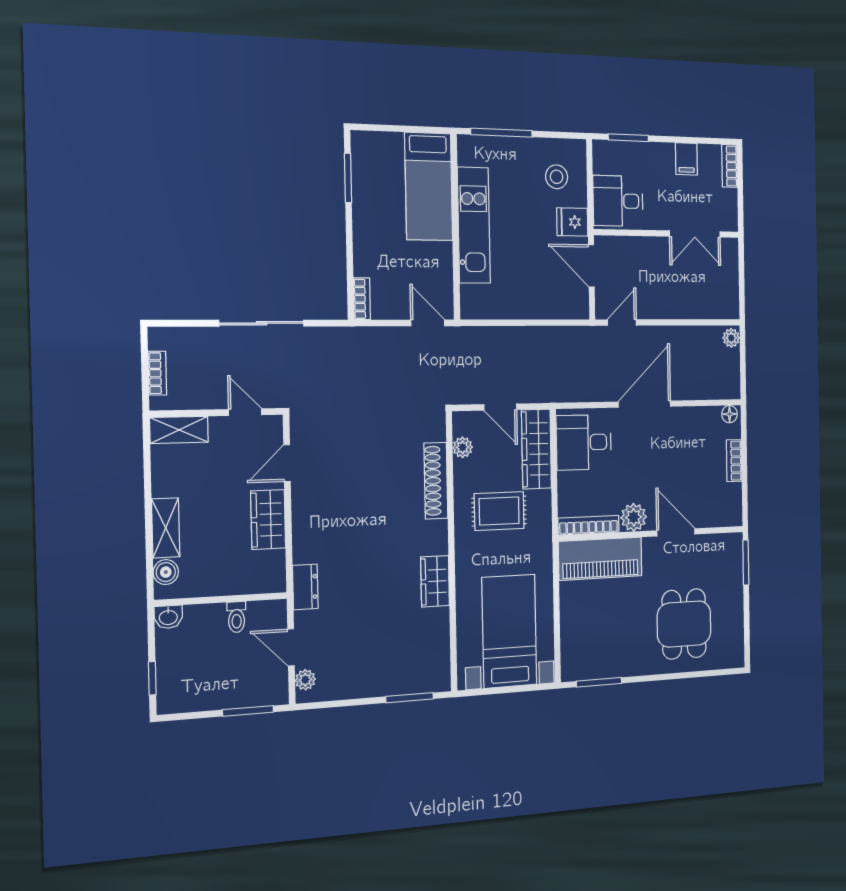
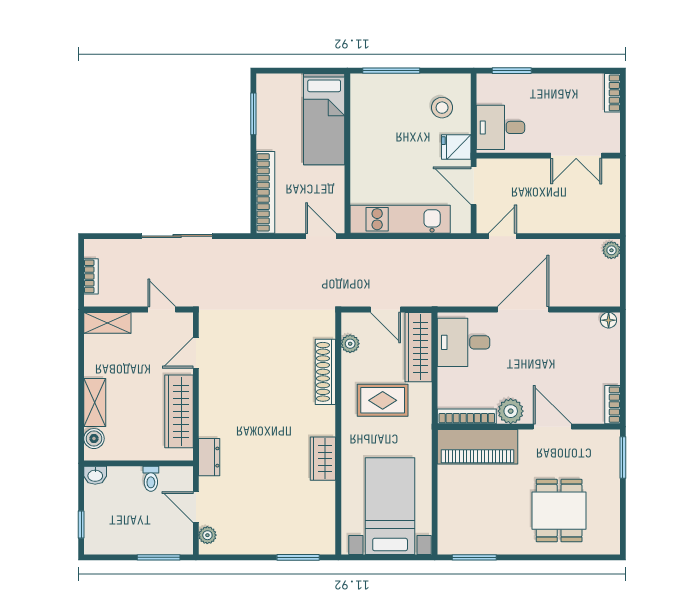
filing cabinet: (686, 159) -> (569, 88), removed
kitchen unit: (474, 225) -> (400, 219), moved, turned -90
bookcase: (362, 299) -> (265, 192), width x2.31, depth x1.31
bookcase: (734, 461) -> (613, 405), moved
wardrobe: (268, 519) -> (179, 411), width x1.50

